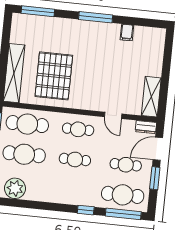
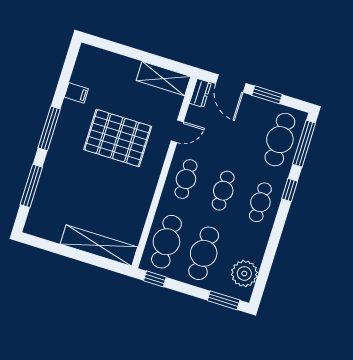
window: (38, 11) -> (31, 186), moved
pallet: (54, 76) -> (118, 138), moved
cafe table: (126, 165) -> (260, 202), moved

